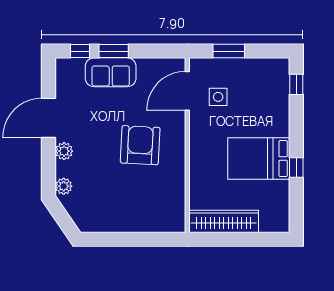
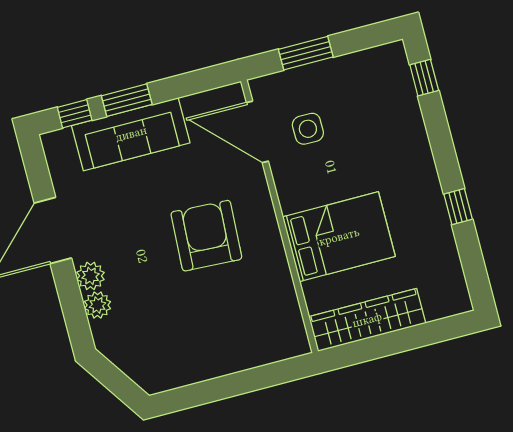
sofa: (111, 72) -> (131, 134), width x1.36
door: (187, 91) -> (257, 132), hinge flipped
bed: (259, 158) -> (339, 237), moved, turned 180
plant: (64, 186) -> (97, 305), moved

